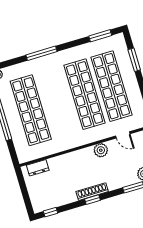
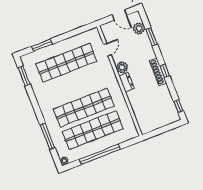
window: (41, 53) -> (47, 136), moved
shop shelf: (85, 94) -> (84, 108), moved
dresser: (38, 168) -> (127, 82), moved

